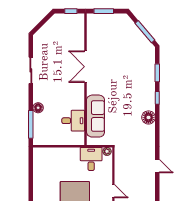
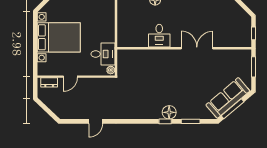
sofa: (96, 116) -> (228, 98), moved, turned 140
floor lamp: (148, 117) -> (169, 112), moved
desk: (73, 121) -> (159, 36), moved

